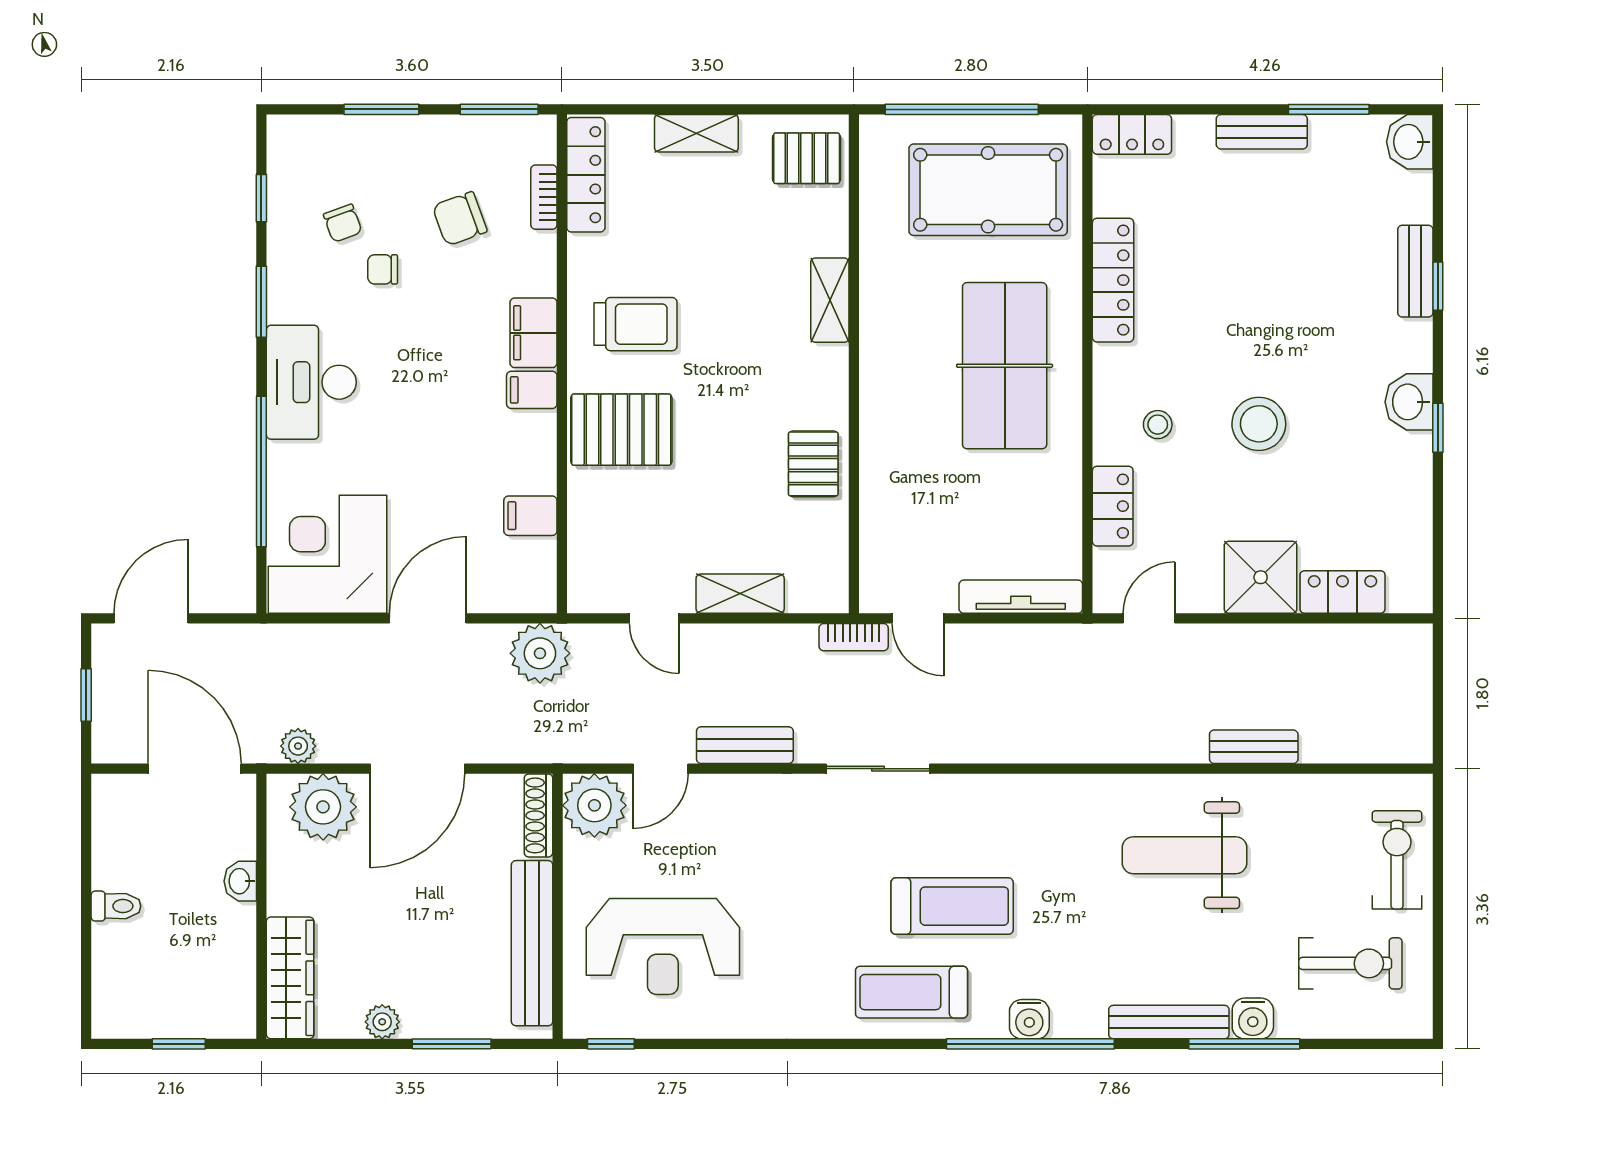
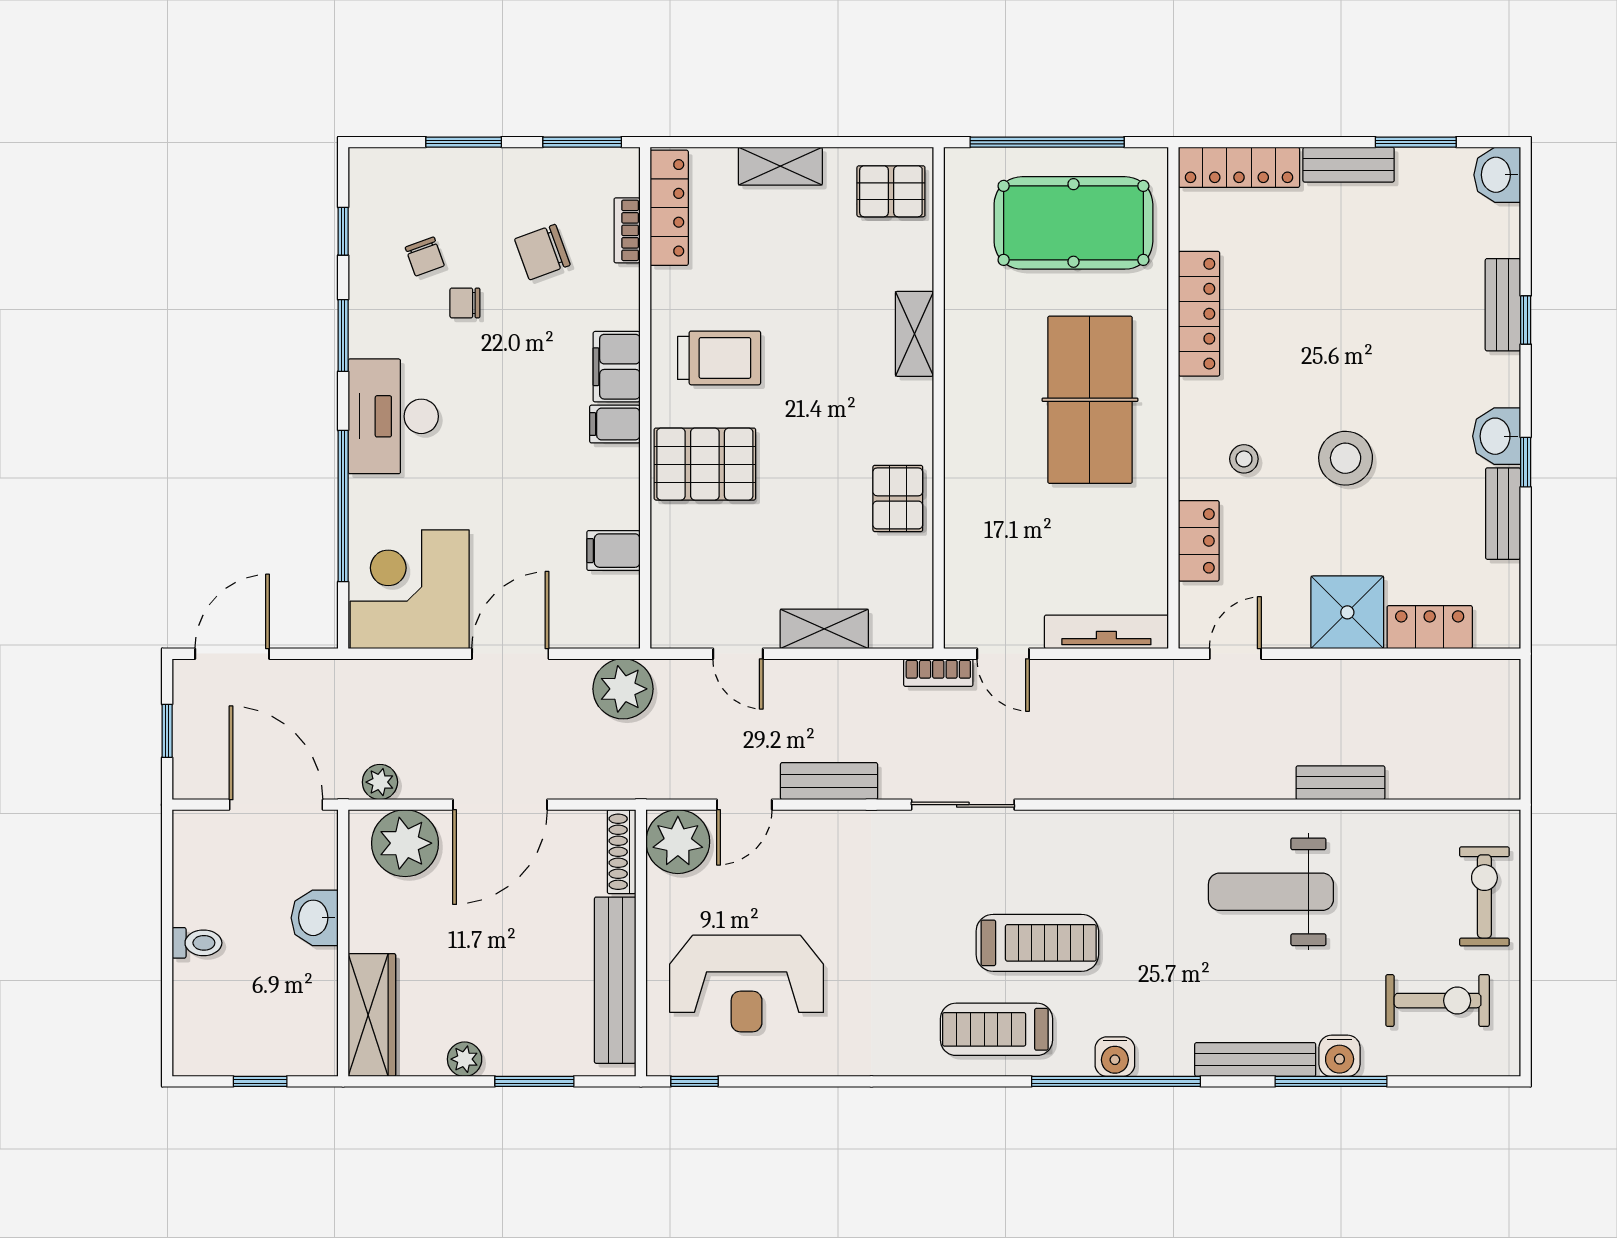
locker: (1132, 134) -> (1239, 167), width x1.53
bench: (1416, 479) -> (1503, 514), added
washbasin: (240, 881) -> (315, 918), width x1.38, depth x1.45

